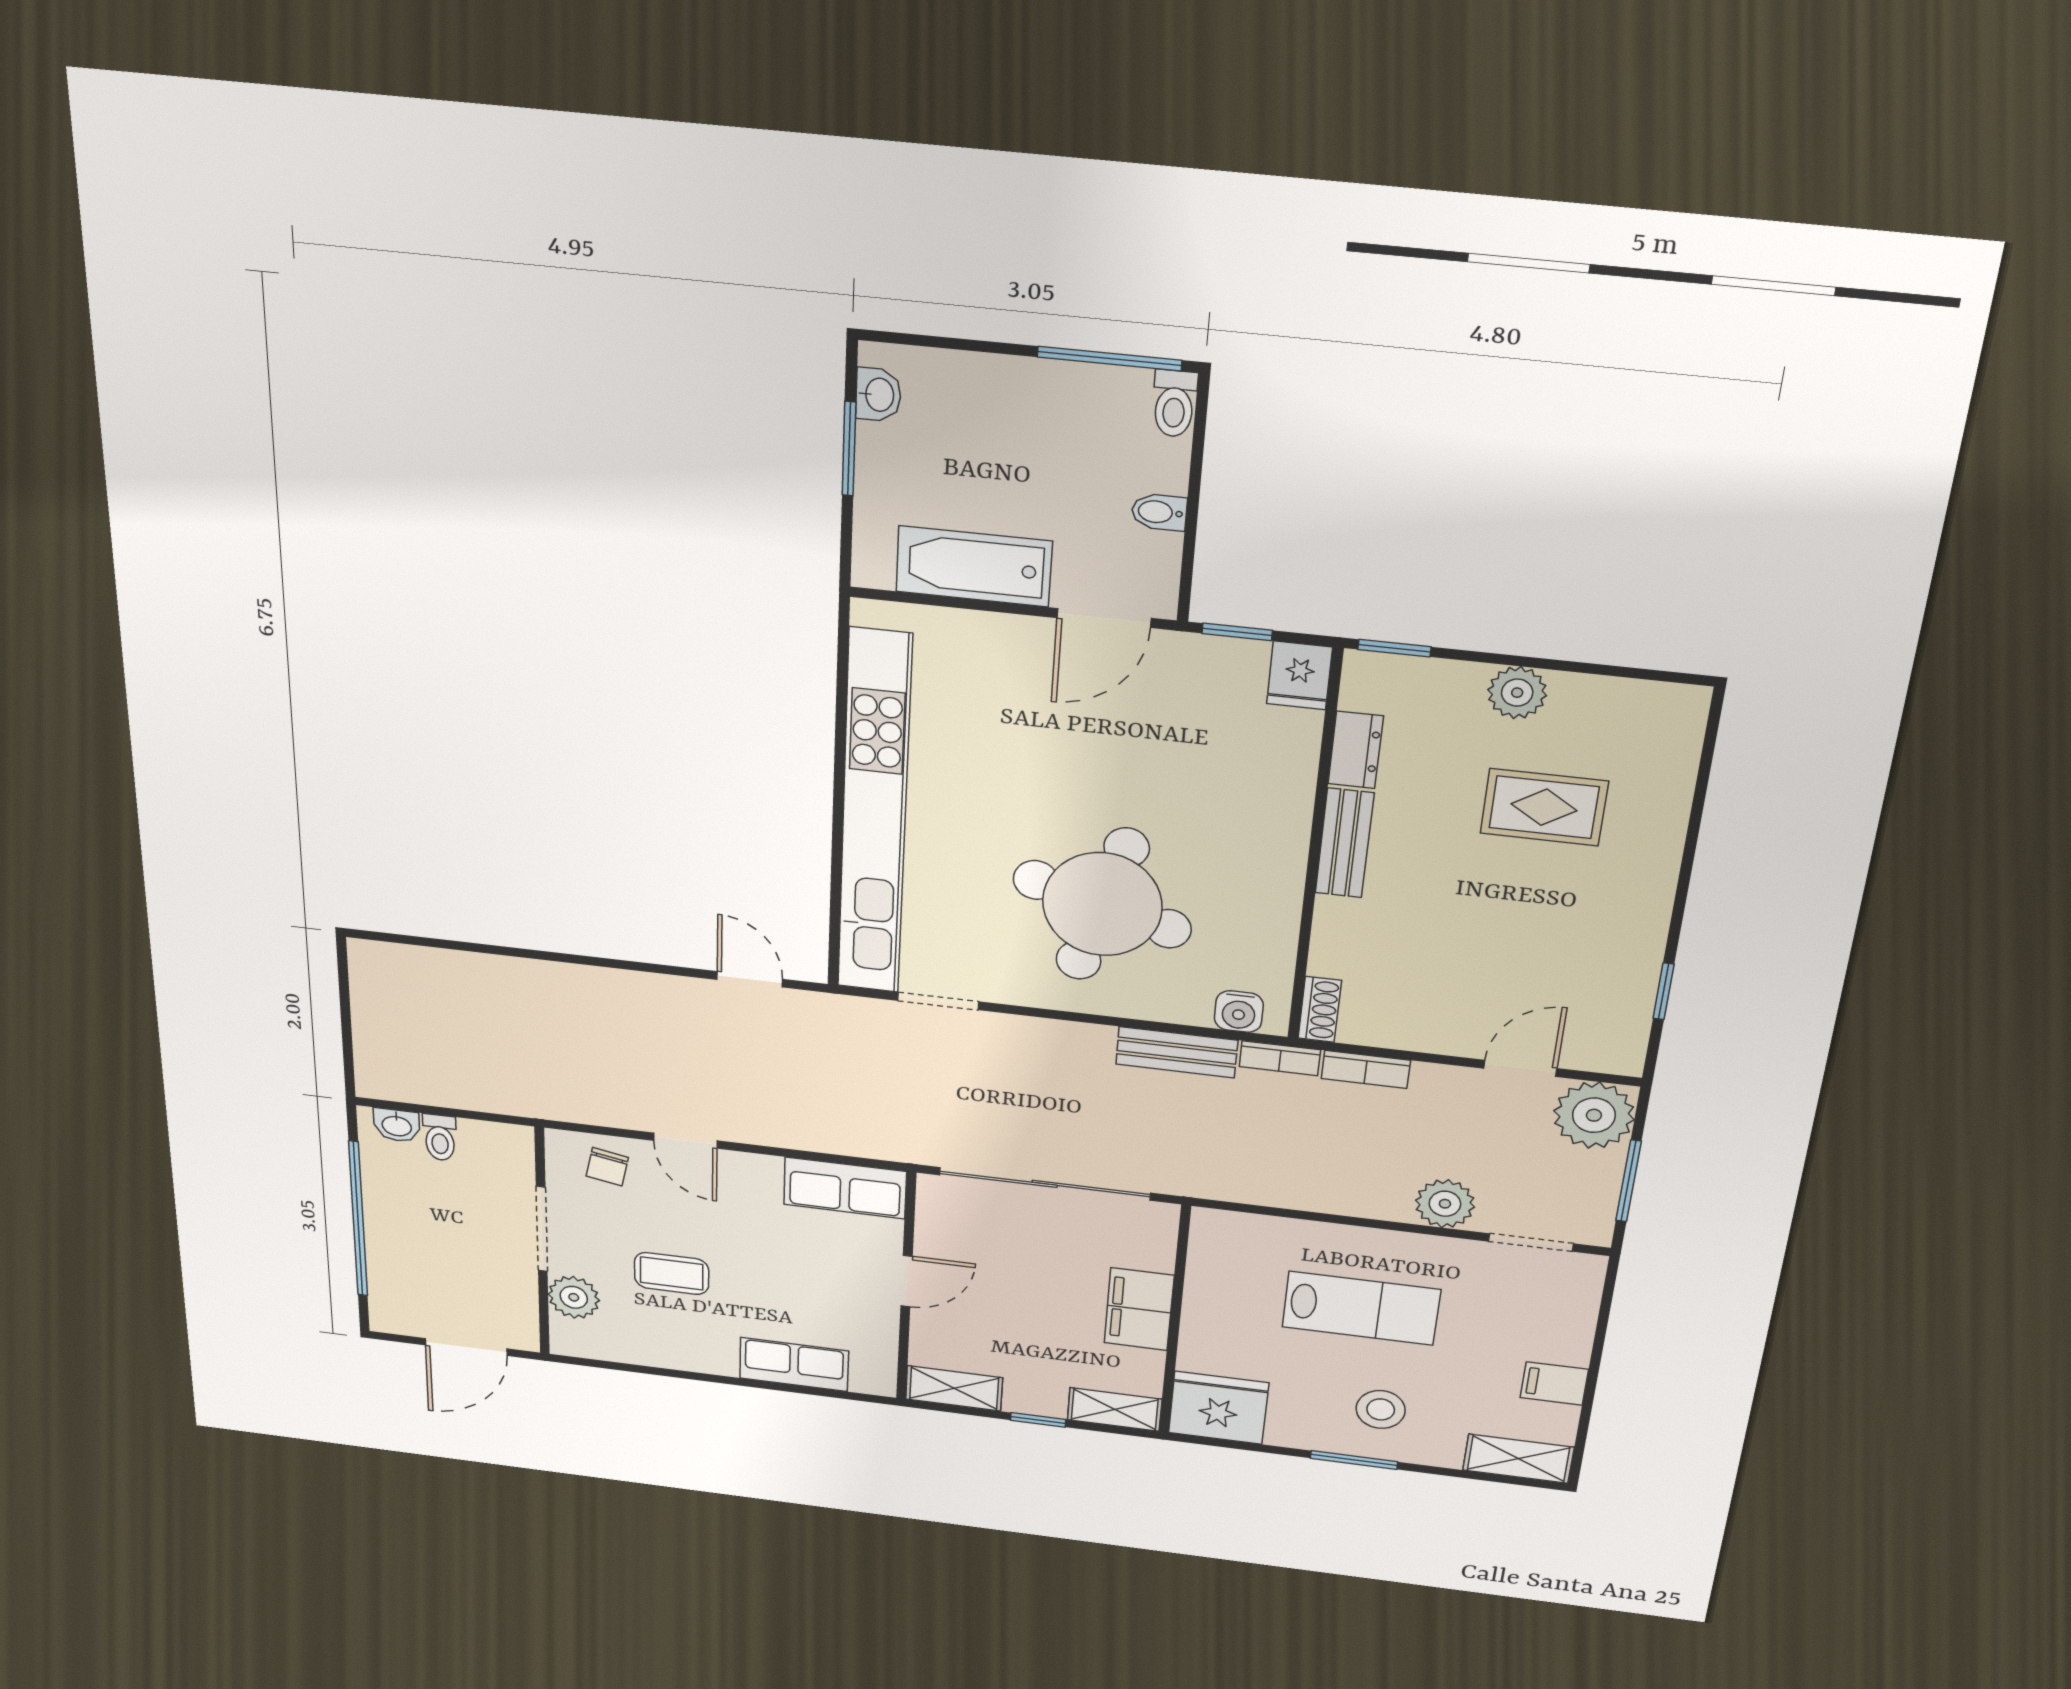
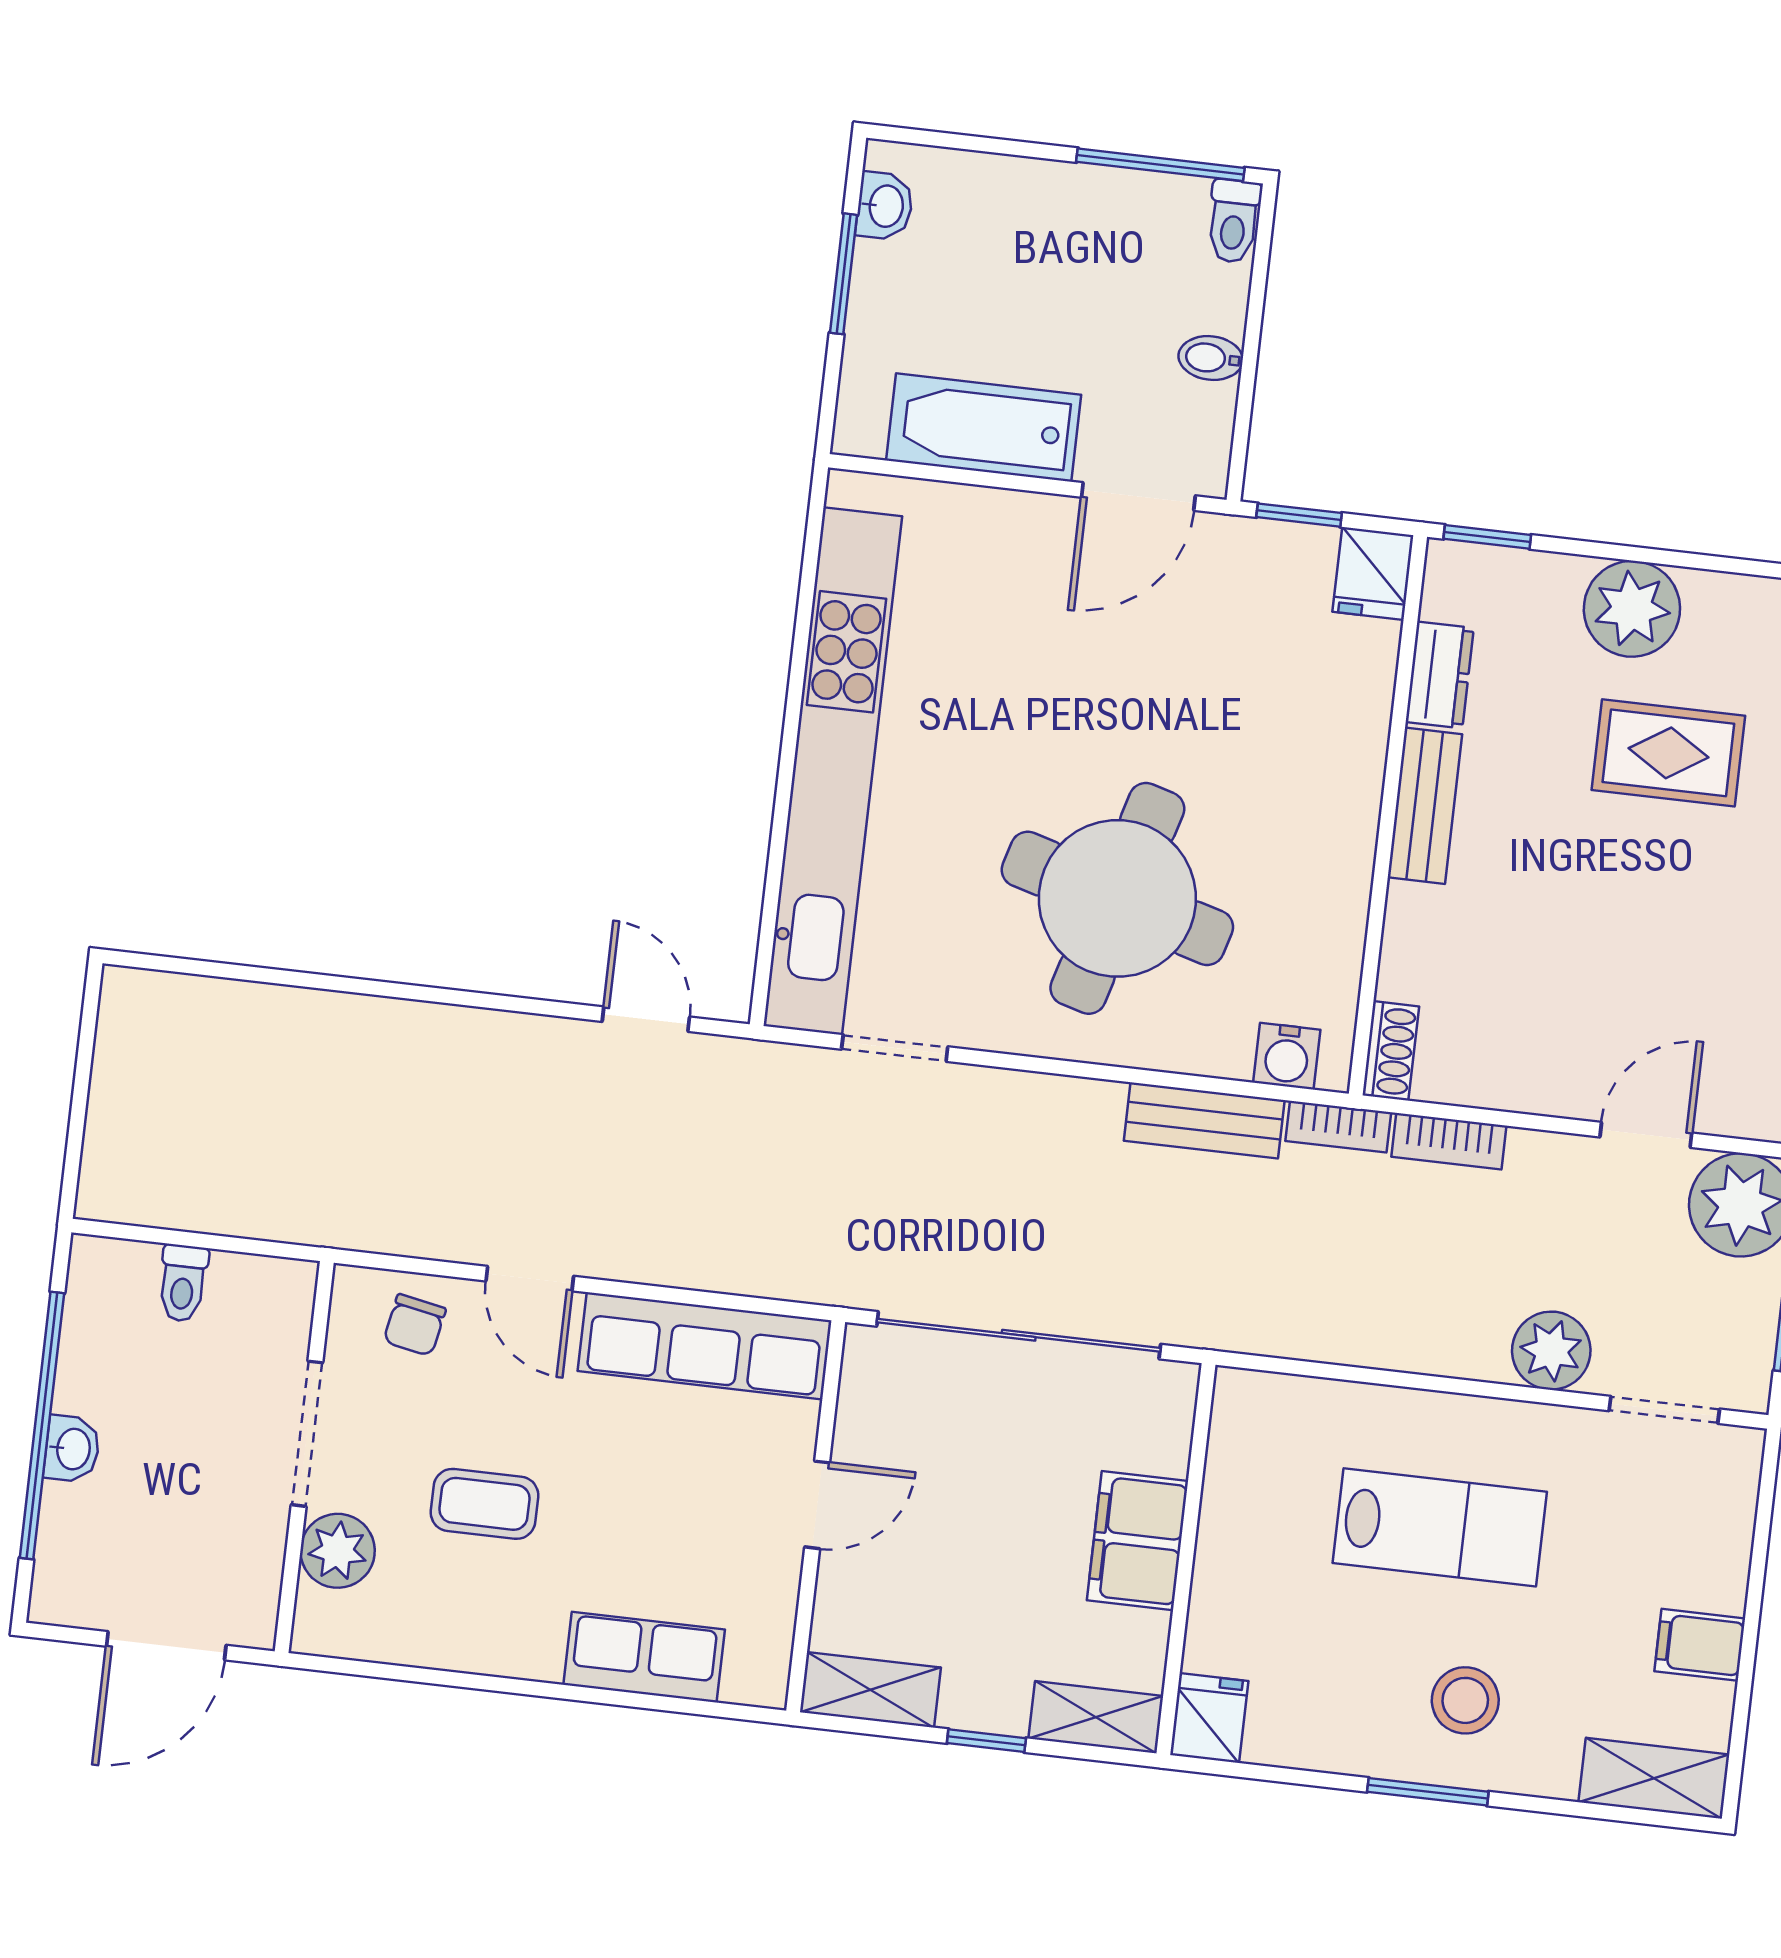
plant: (1517, 693) -> (1632, 609), width x1.36, depth x1.36
washbasin: (397, 1125) -> (72, 1449), moved, turned -90
row of seats: (845, 1188) -> (705, 1346), width x1.48
fridge: (1218, 1408) -> (1209, 1718), width x0.53, depth x0.75

